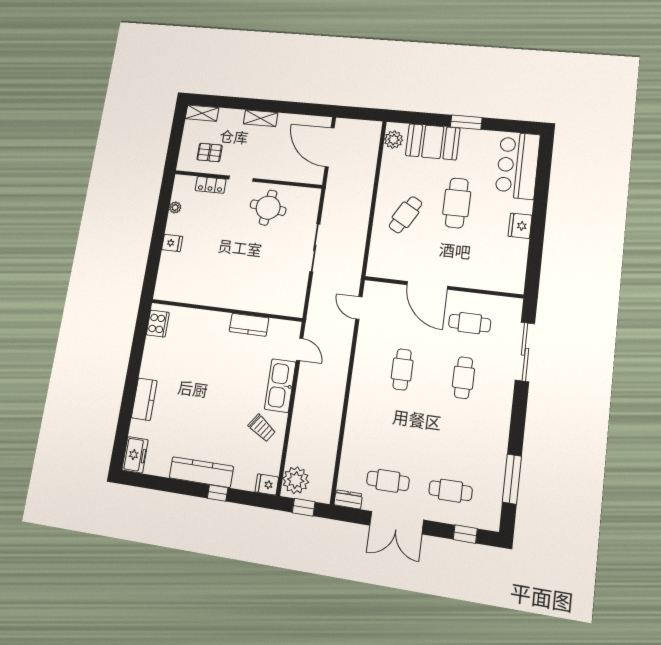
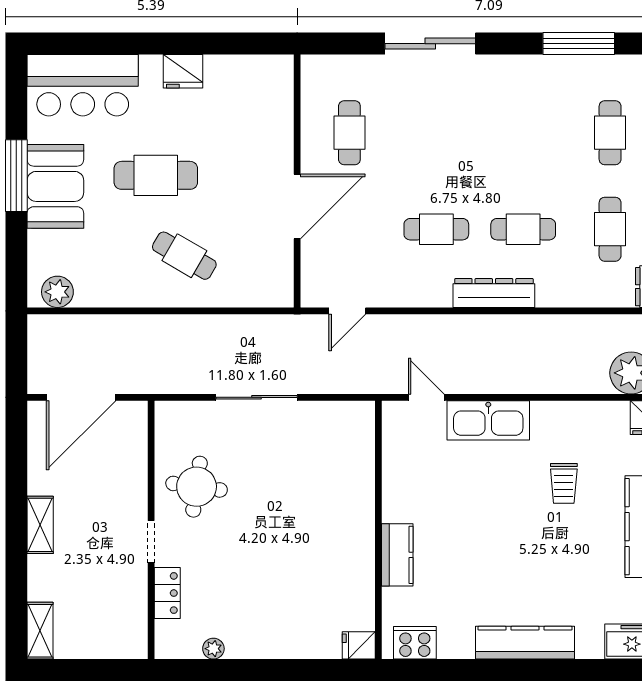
window: (466, 122) -> (16, 176), width x1.44
booth: (433, 142) -> (55, 186), moved
pallet: (210, 152) -> (110, 605), removed
fridge: (172, 243) -> (359, 645), moved, turned -90
kitchen counter: (249, 325) -> (397, 555), moved
door: (300, 349) -> (426, 397), hinge flipped
sliding door: (525, 352) -> (430, 44), moved
cafe table: (463, 378) -> (523, 229), moved
kitchen counter: (144, 399) -> (525, 643), width x1.50
dresser: (357, 400) -> (494, 293), added
trolley: (262, 428) -> (564, 483), moved, turned 145

